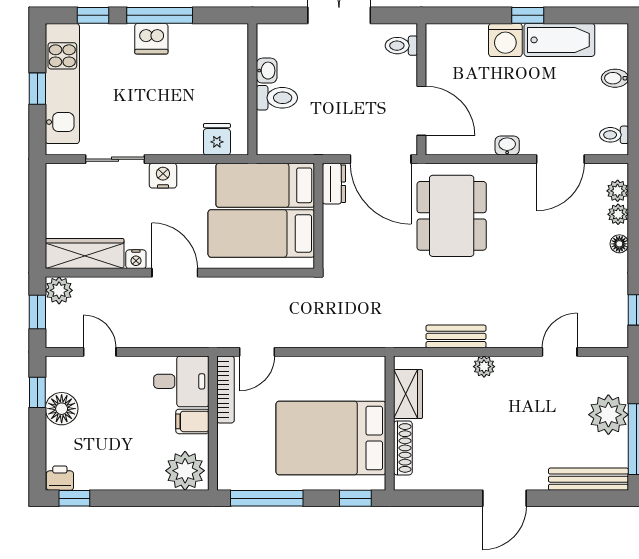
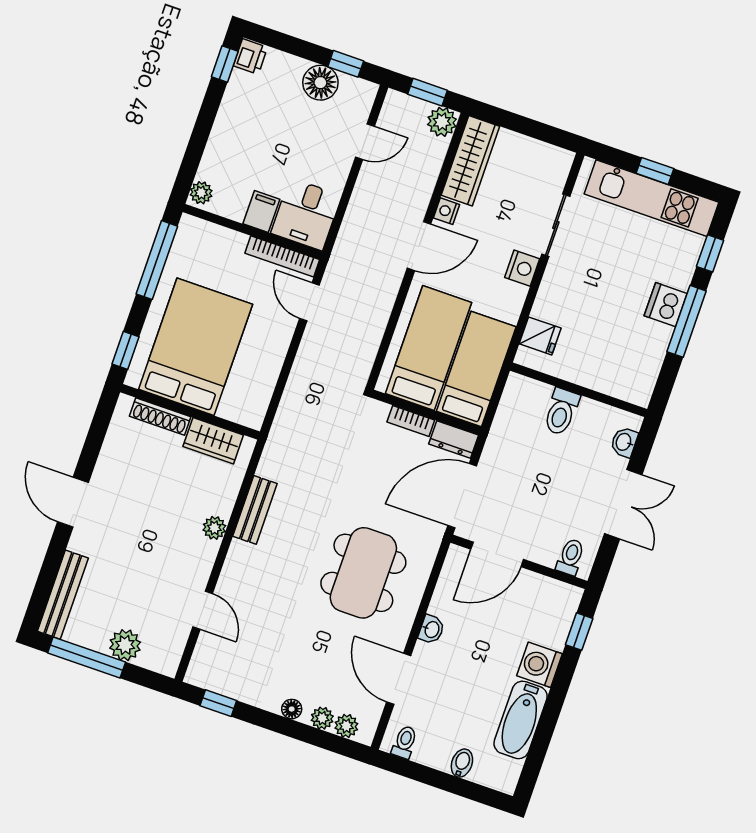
window: (528, 15) -> (579, 632), moved
washbasin: (267, 71) -> (624, 442), moved, turned 90
dining table: (452, 216) -> (363, 573), moved, turned 90
bookcase: (331, 227) -> (411, 421), added
plant: (608, 415) -> (125, 645), width x0.73, depth x0.73
plant: (185, 471) -> (201, 193), width x0.53, depth x0.53

